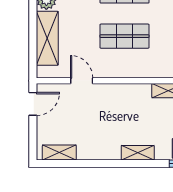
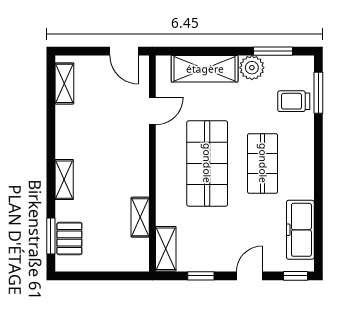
shop shelf: (125, 36) -> (207, 163), width x1.43, depth x1.36

